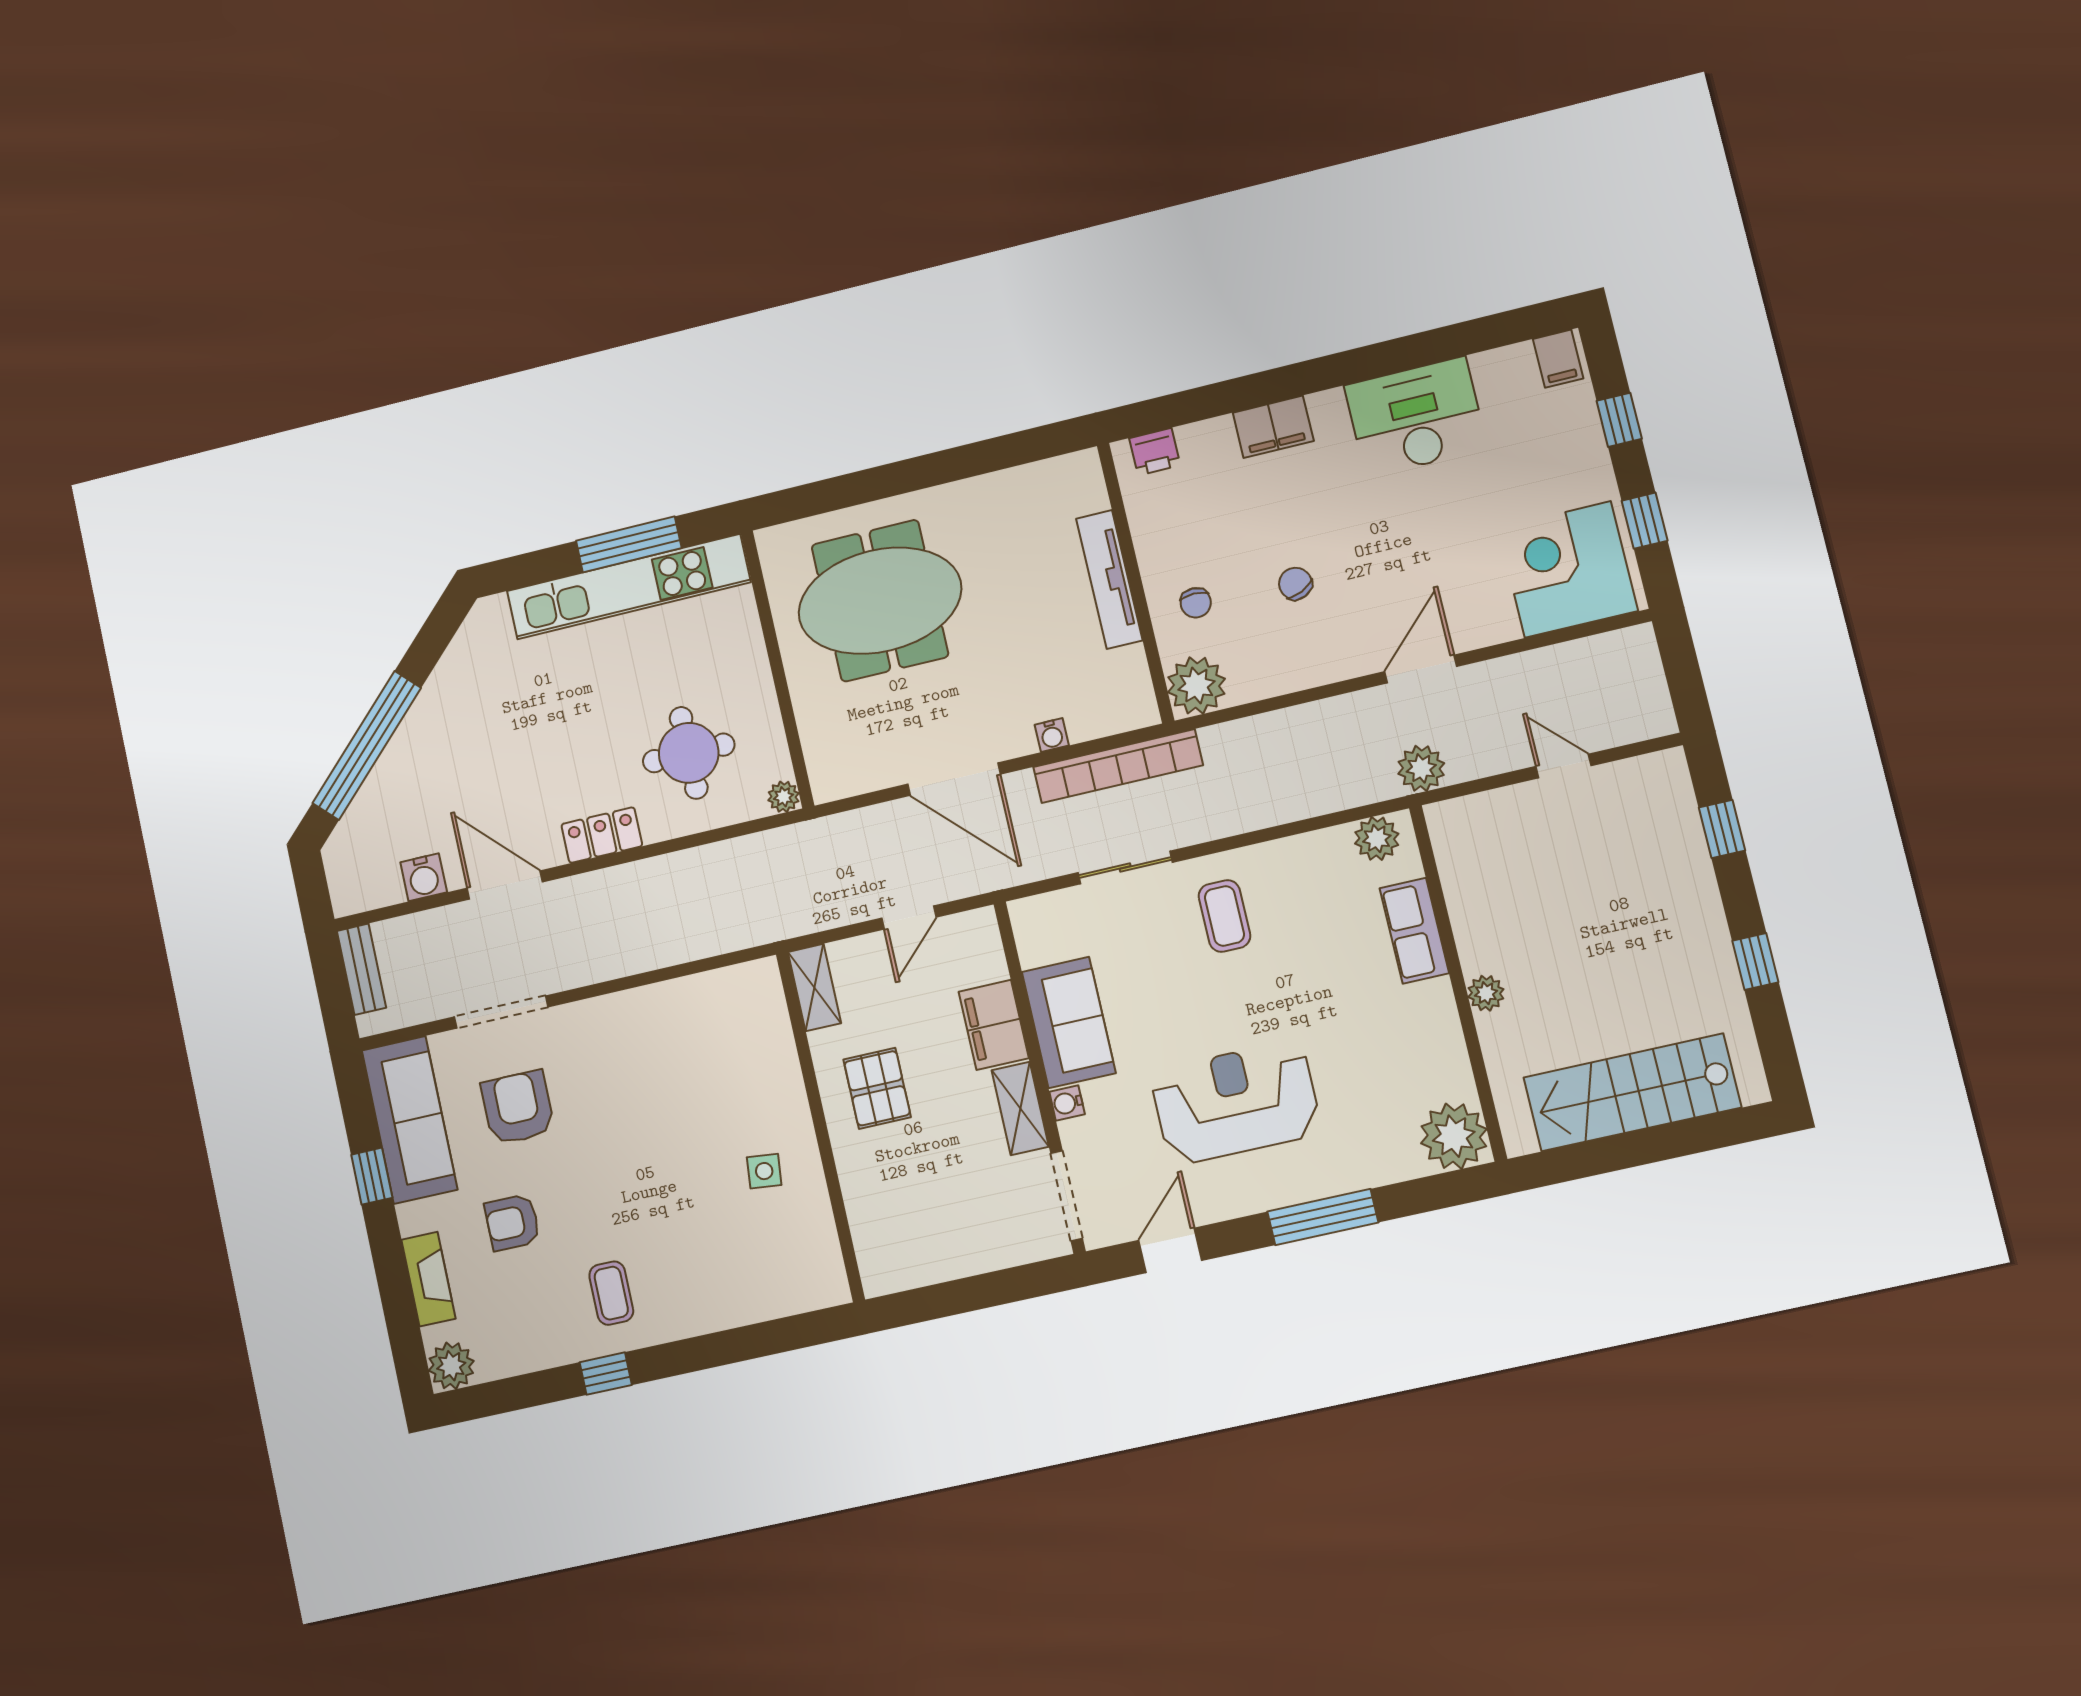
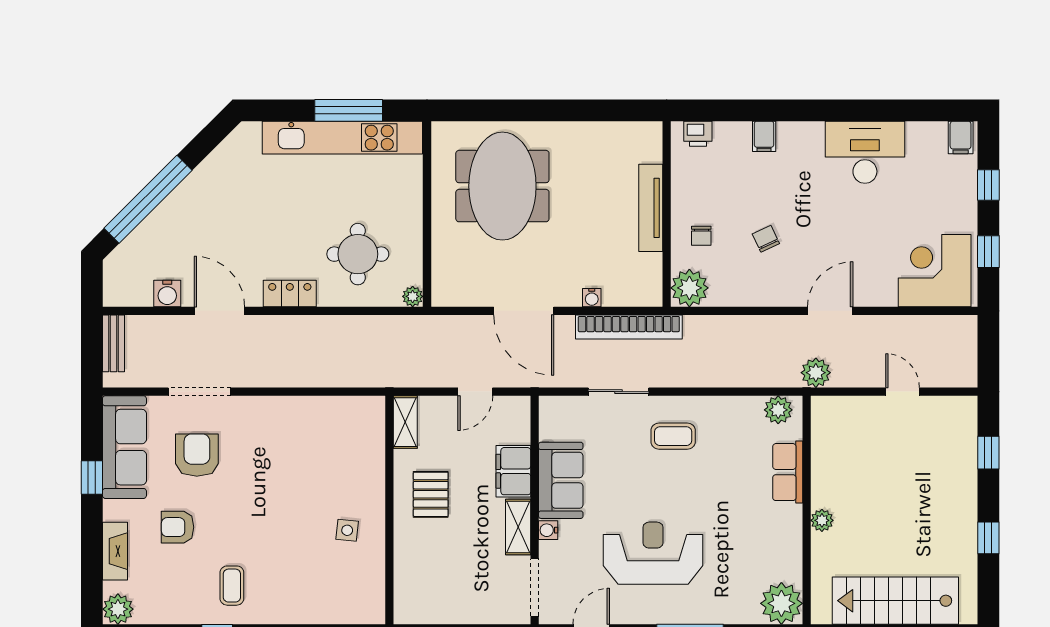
filing cabinet: (1273, 427) -> (764, 136), width x0.50
meeting table: (880, 601) -> (502, 186), turned 90
coffee table: (1224, 916) -> (673, 436), turned 90

